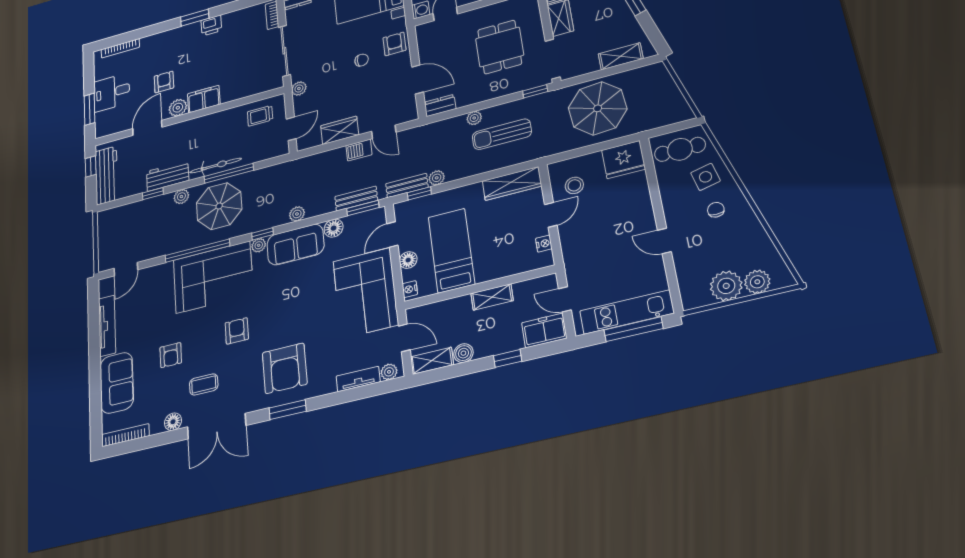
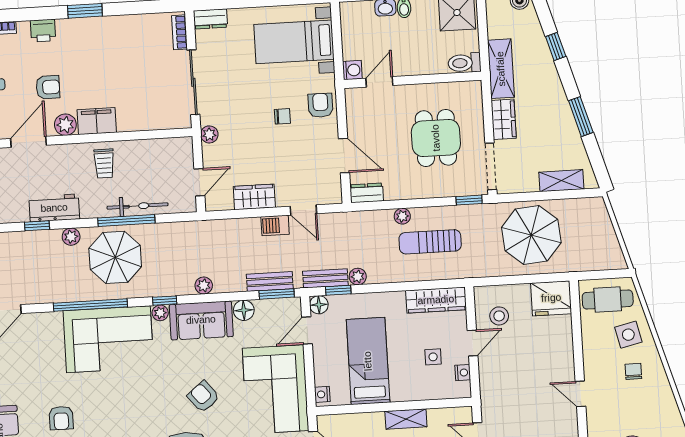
printer: (211, 25) -> (43, 30), moved
armchair: (164, 82) -> (48, 87), turned 90
trolley: (260, 116) -> (104, 163), moved, turned -90
bicycle: (216, 166) -> (138, 206), moved
side table: (514, 235) -> (433, 357), added
floor lamp: (408, 260) -> (319, 305), moved
armchair: (237, 331) -> (203, 397), moved, turned -39

